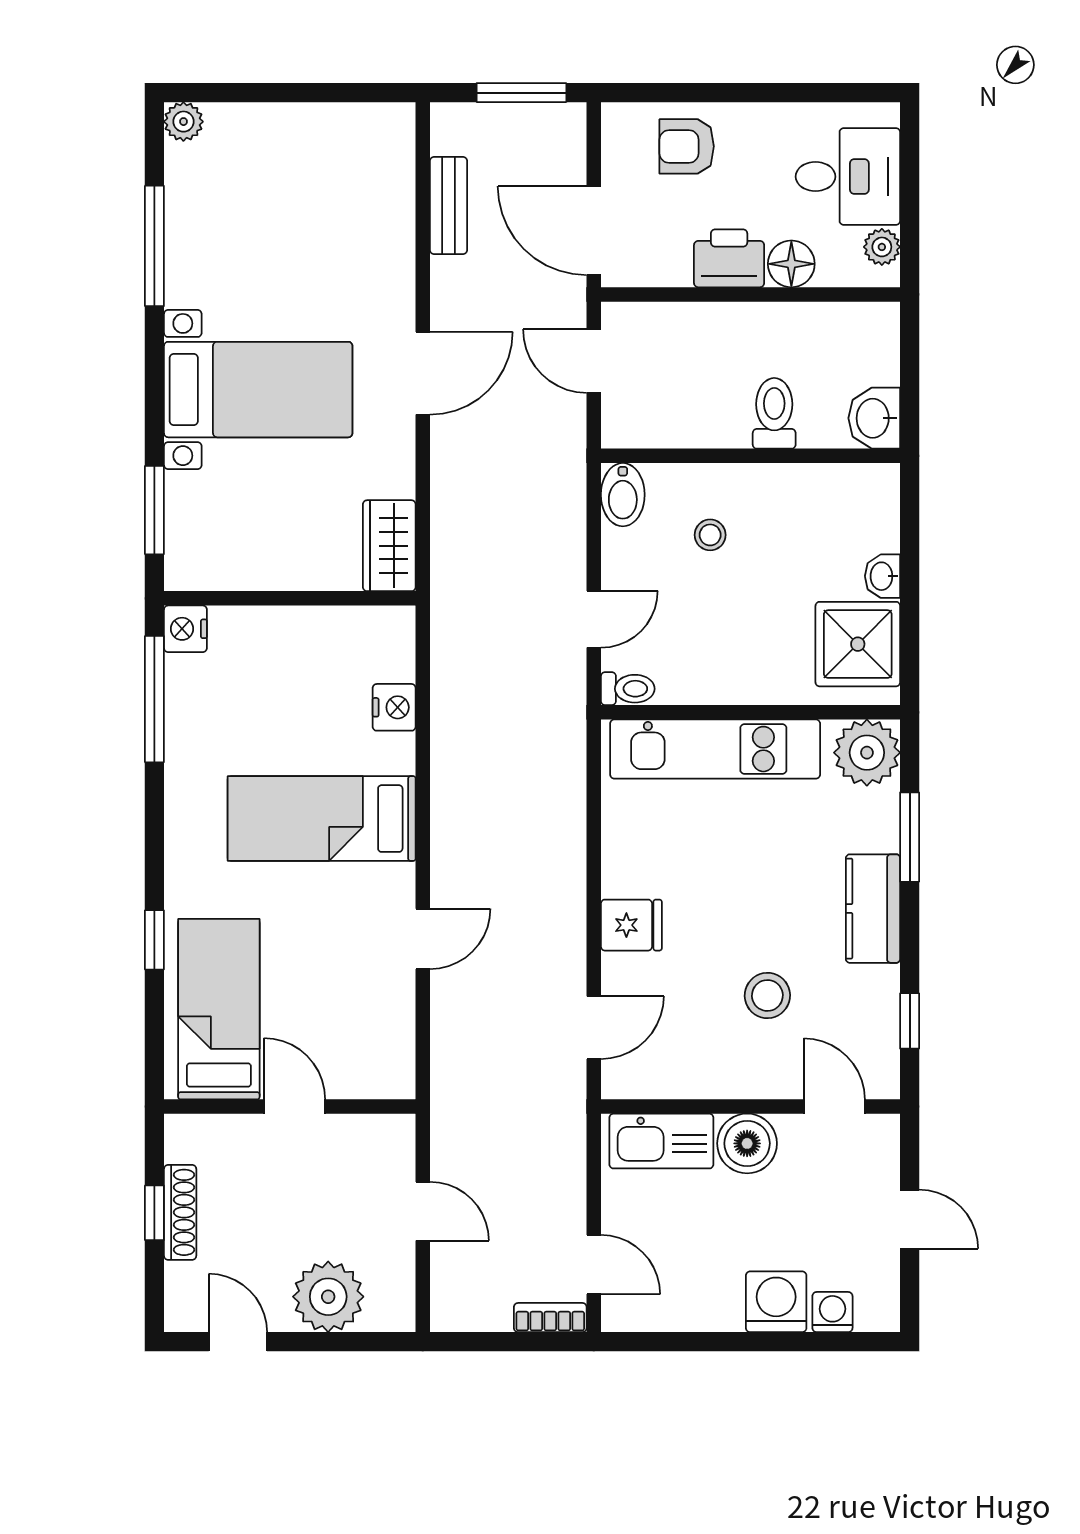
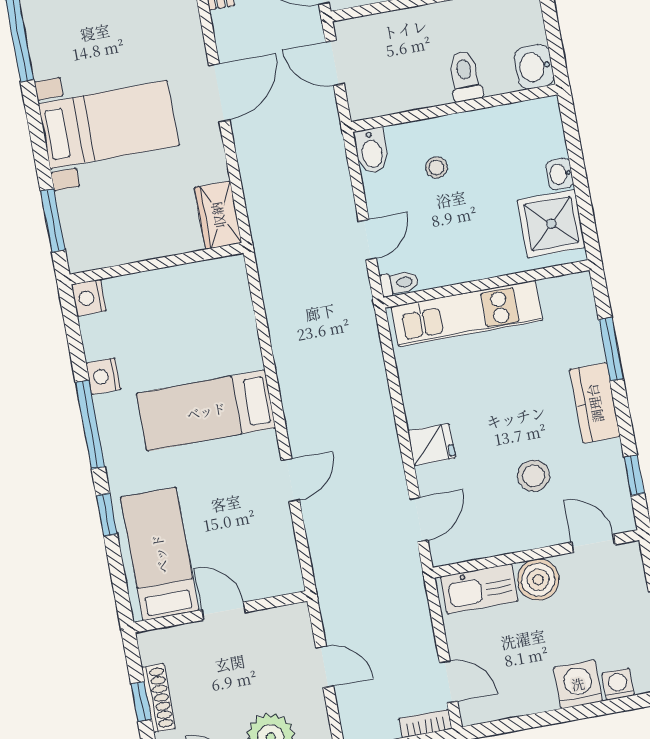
window: (154, 699) -> (90, 424), moved
nightstand: (394, 707) -> (103, 376), moved, turned 180
plant: (867, 753) -> (571, 297), removed

